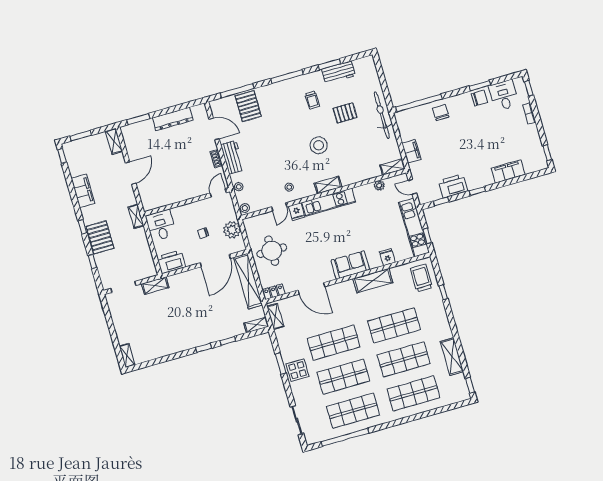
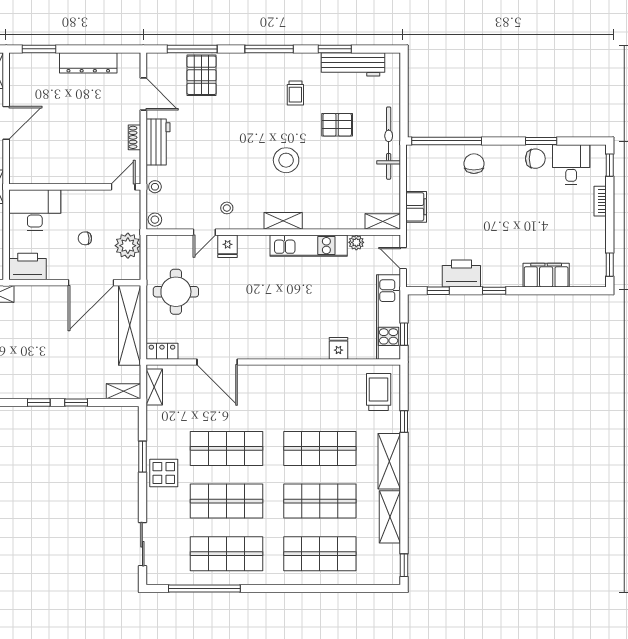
workbench: (339, 72) -> (353, 64), width x1.38
kitchen unit: (329, 202) -> (309, 246), moved
desk: (161, 225) -> (35, 210), width x1.37
sofa: (350, 265) -> (282, 344), removed
shelving: (373, 281) -> (389, 461), moved, turned 90

